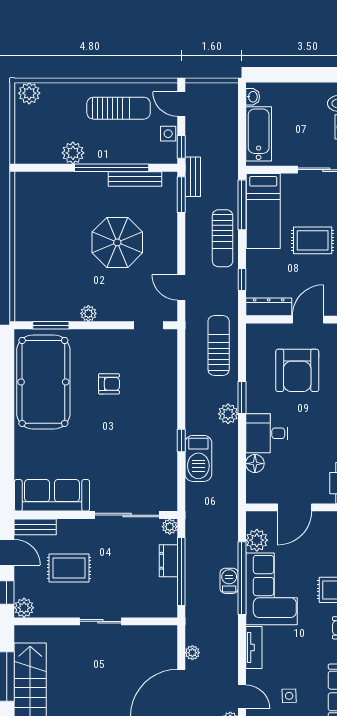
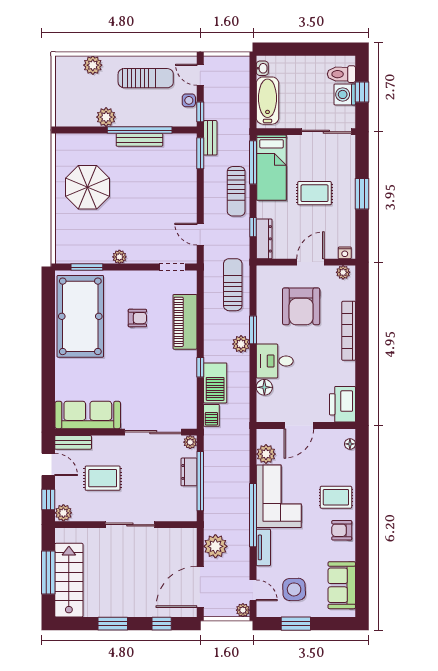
plant: (29, 93) -> (93, 65), moved
bench: (135, 179) -> (139, 140), moved
parasol: (117, 242) -> (87, 187), moved
dresser: (269, 307) -> (264, 239), moved, turned 90
piano: (164, 388) -> (185, 322), added
window: (242, 578) -> (253, 515), moved
barbecue: (229, 581) -> (211, 415), moved, turned 180
sliding door: (100, 621) -> (130, 525), width x1.37
plant: (192, 653) -> (215, 546), width x1.88, depth x1.88
side table: (289, 696) -> (294, 589), width x1.87, depth x1.87

